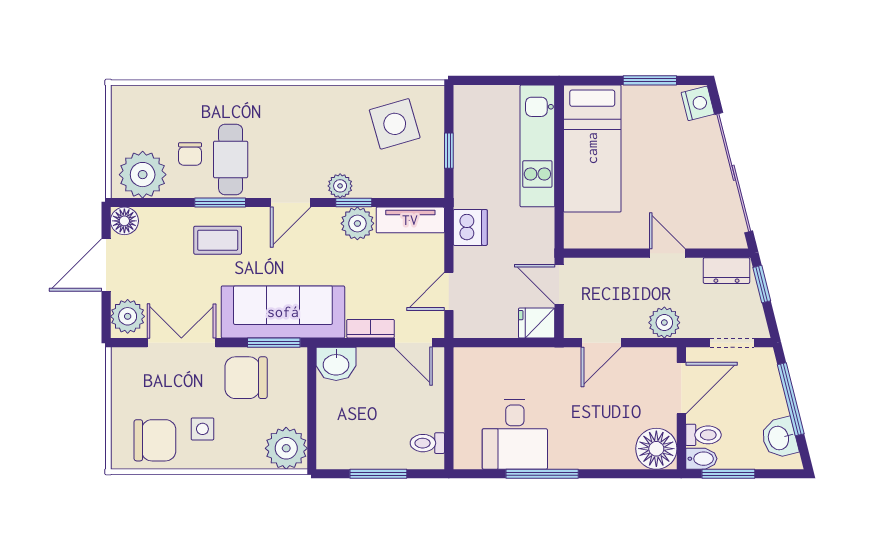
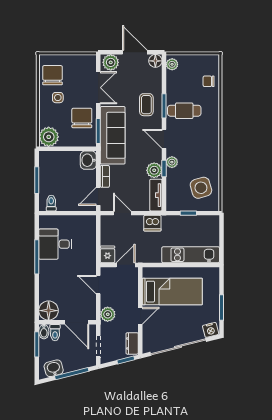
bed: (592, 148) -> (172, 292), moved, turned 180
chair: (190, 154) -> (209, 81), moved
plant: (143, 175) -> (172, 64), width x0.53, depth x0.53
chair: (155, 440) -> (52, 75), turned 180

